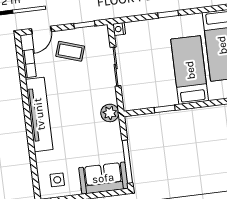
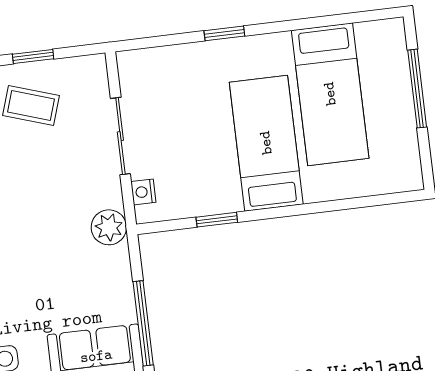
window: (84, 25) -> (33, 57), moved
nightstand: (119, 29) -> (143, 192), moved

